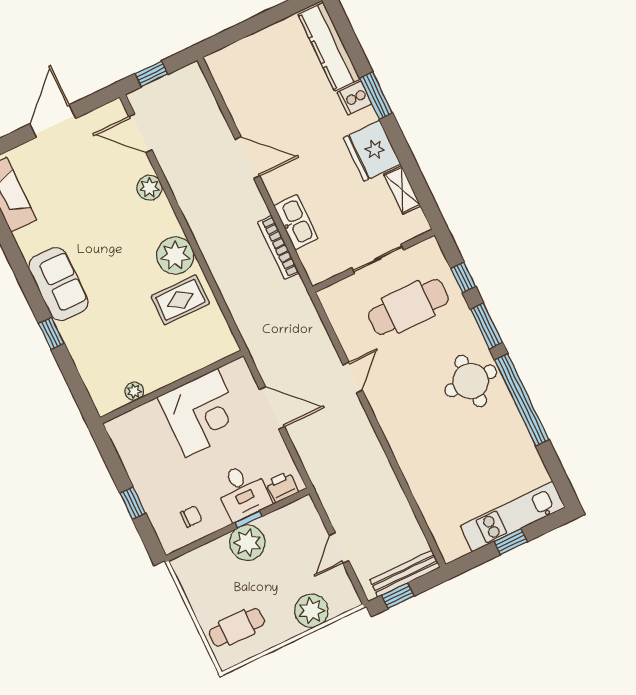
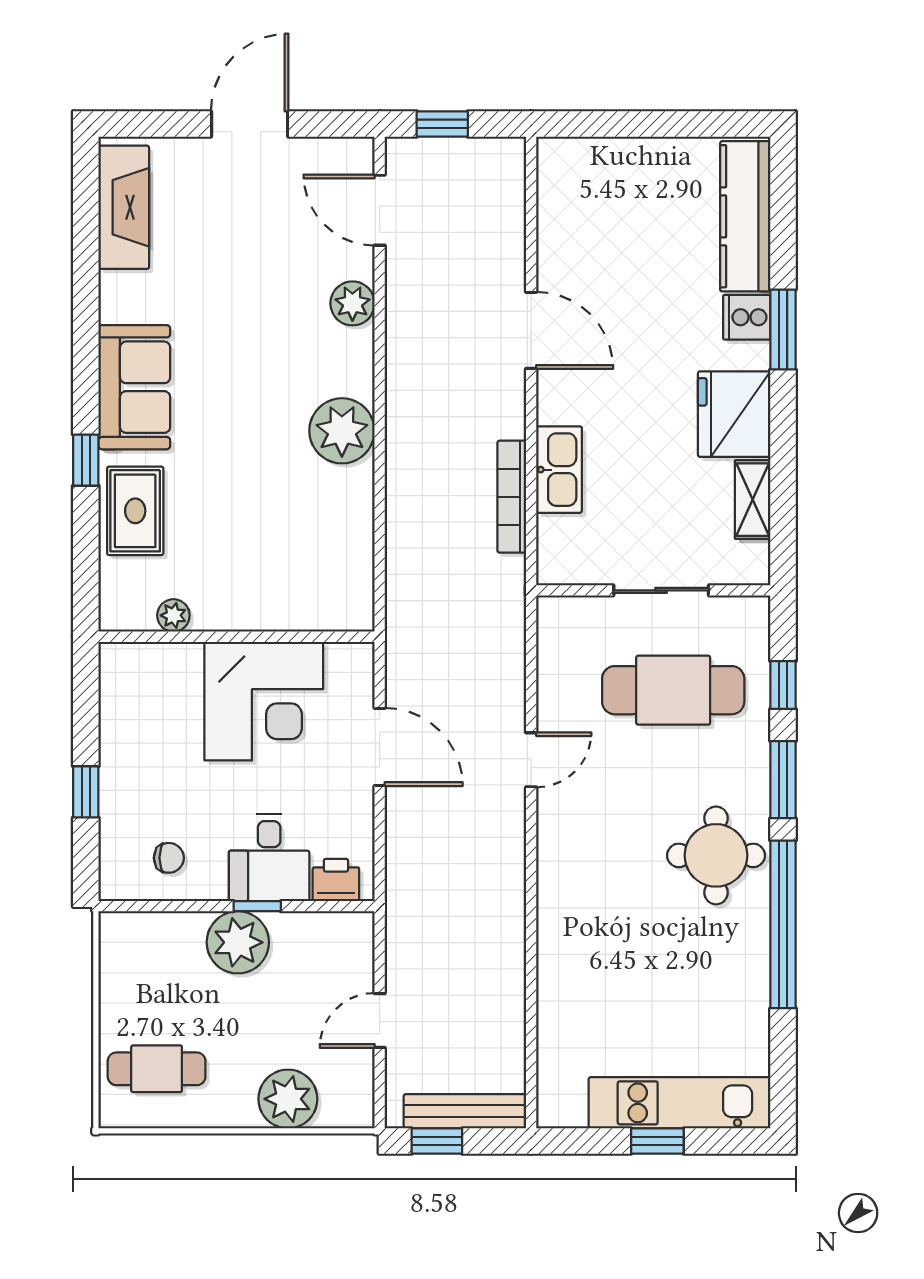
rug: (180, 300) -> (135, 511), moved, turned 90

